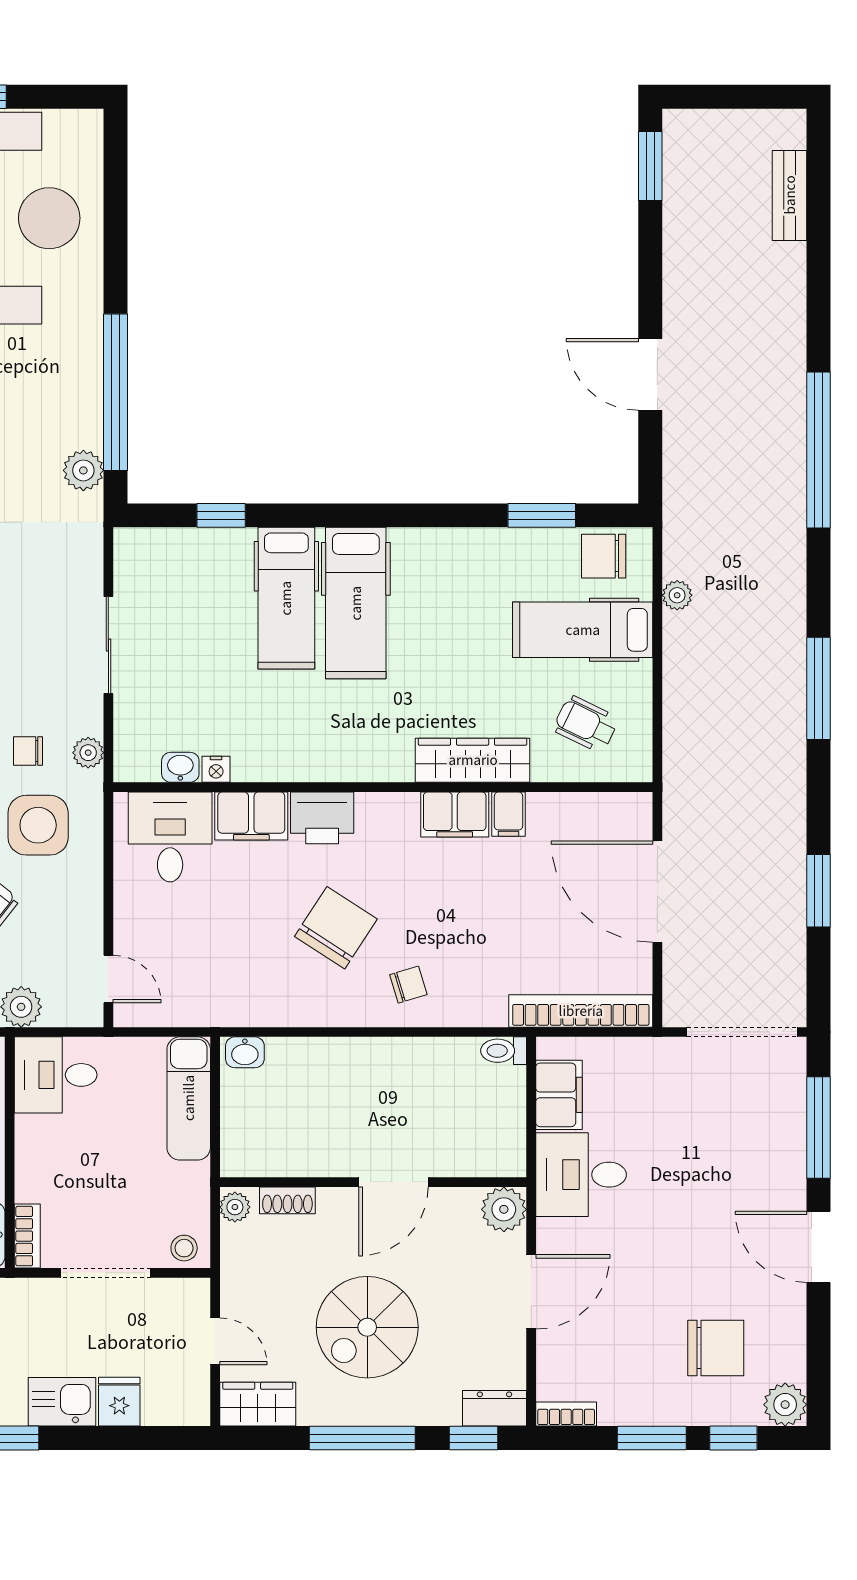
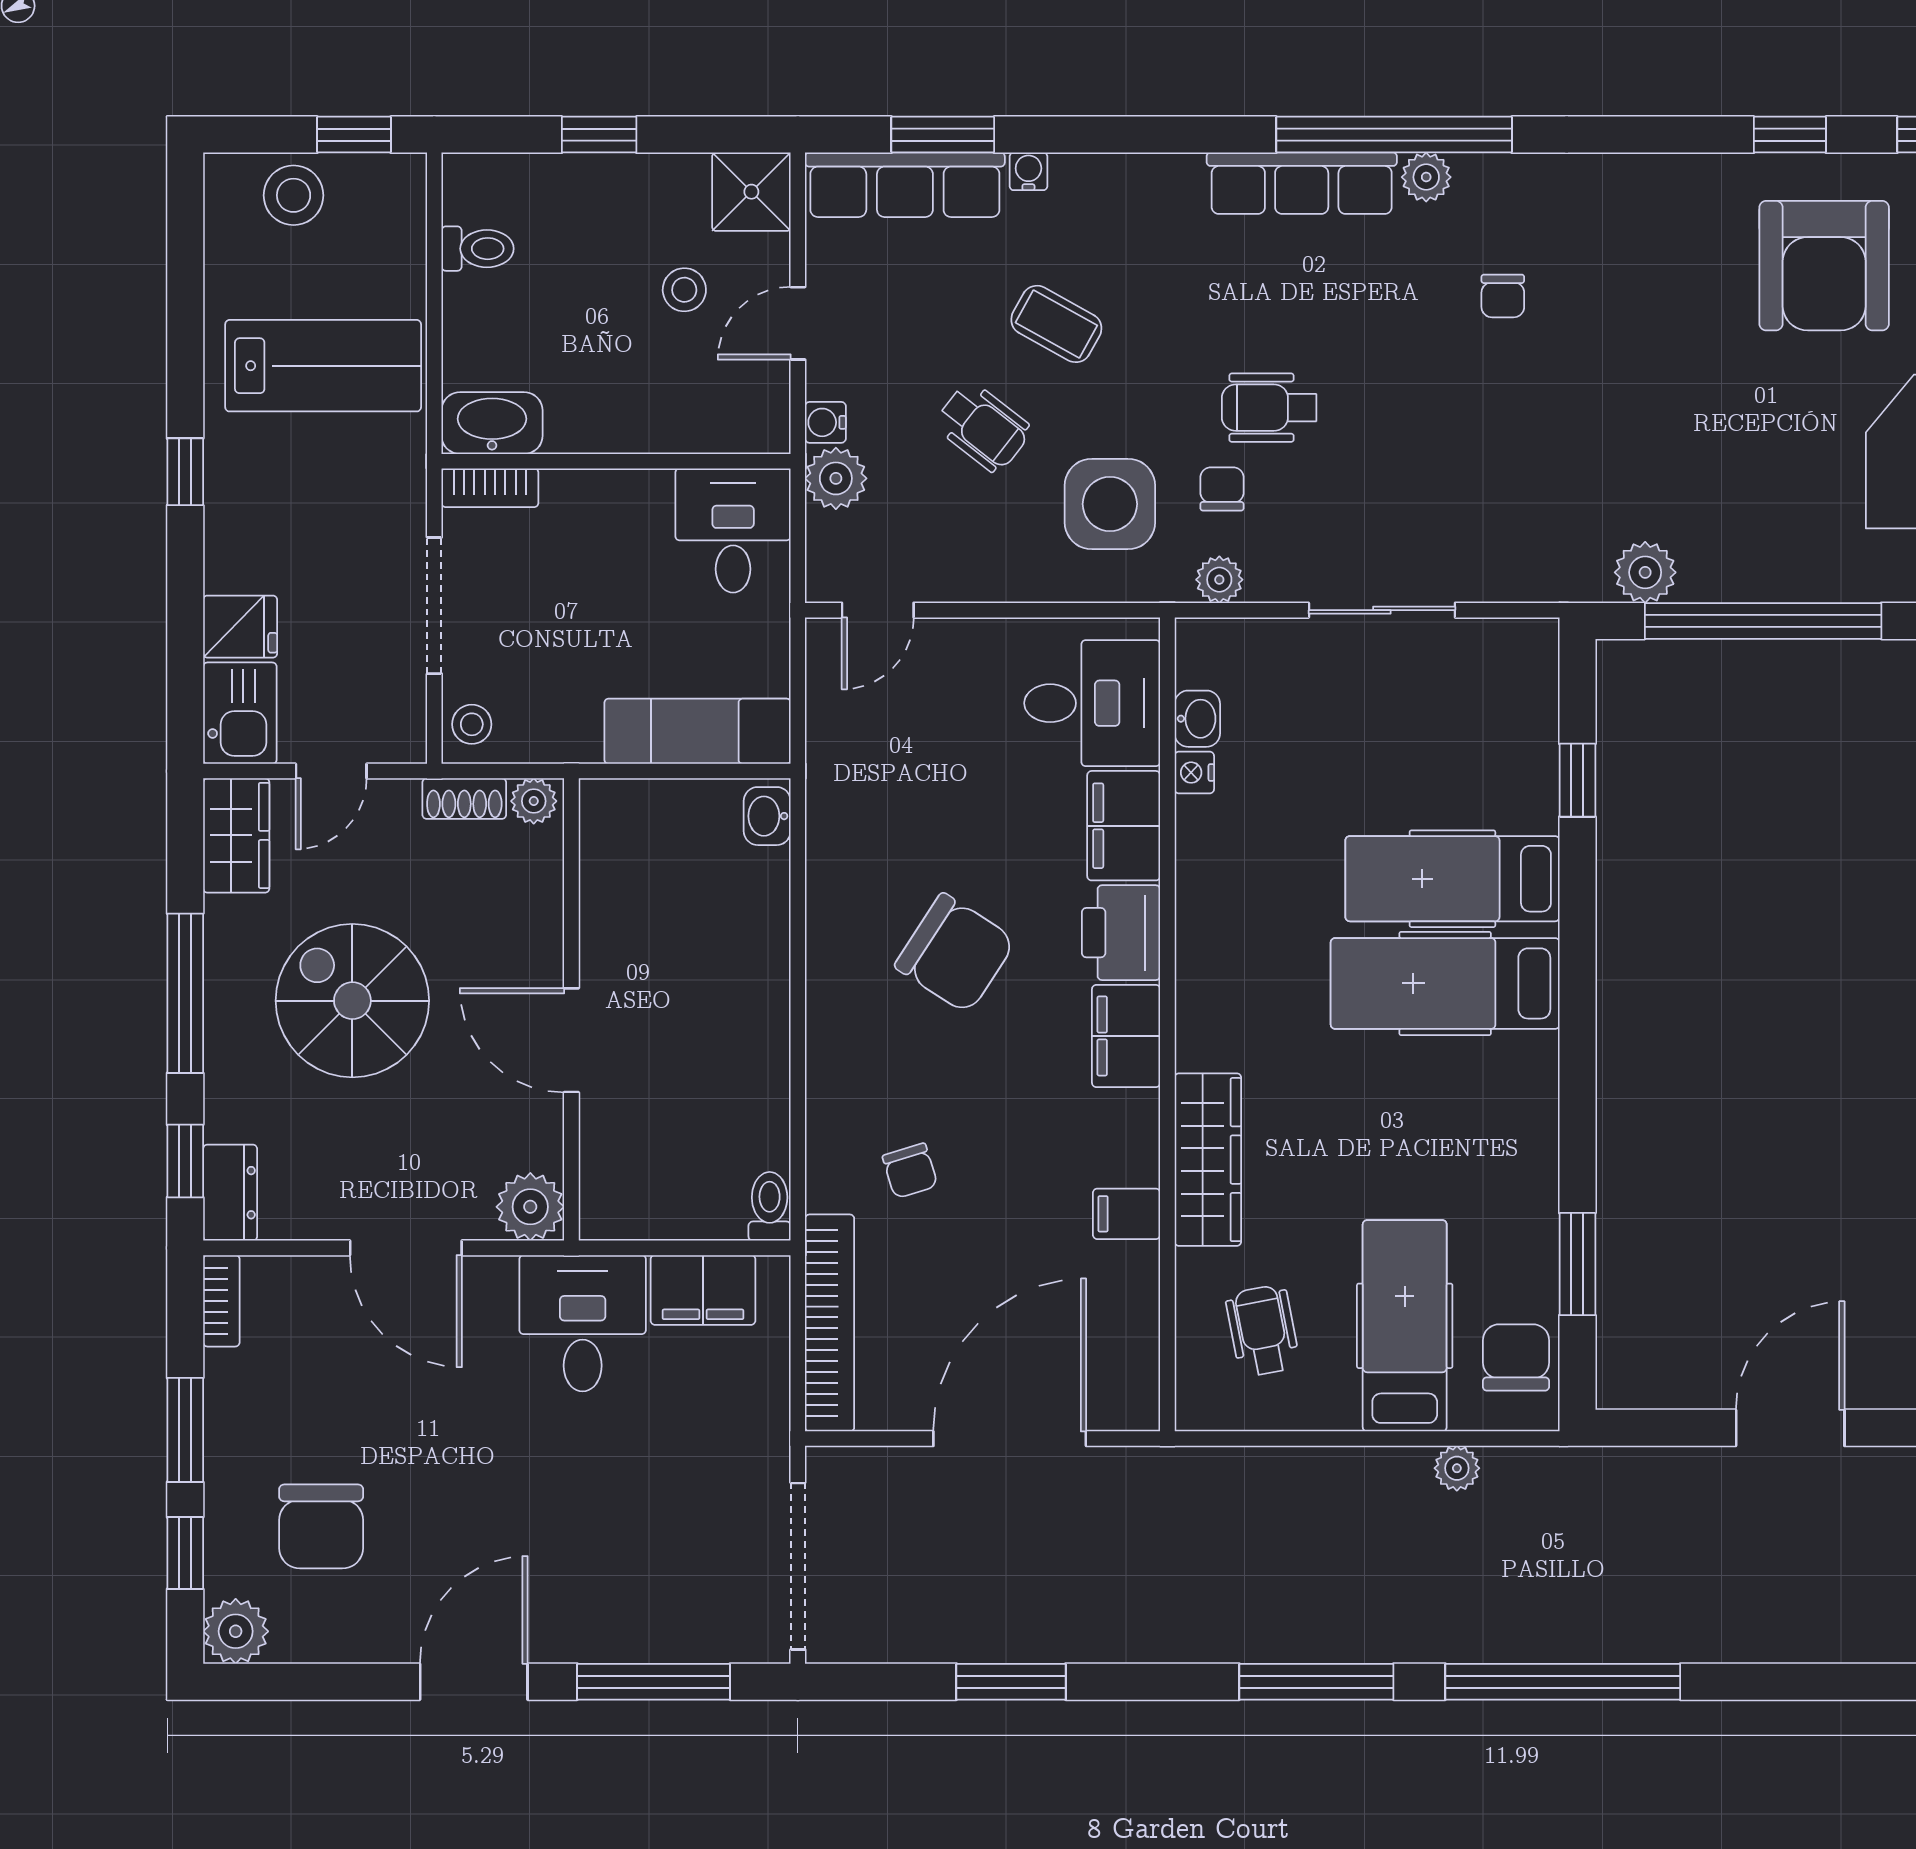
window: (819, 450) -> (1563, 1682), moved
wheelchair: (586, 724) -> (1263, 1331), turned -37
filing cabinet: (455, 814) -> (1126, 1036), moved
chair: (408, 985) -> (910, 1171), moved
shoe rack: (287, 1200) -> (464, 799), moved, turned -90
kitchen sink: (62, 1402) -> (240, 713), moved

